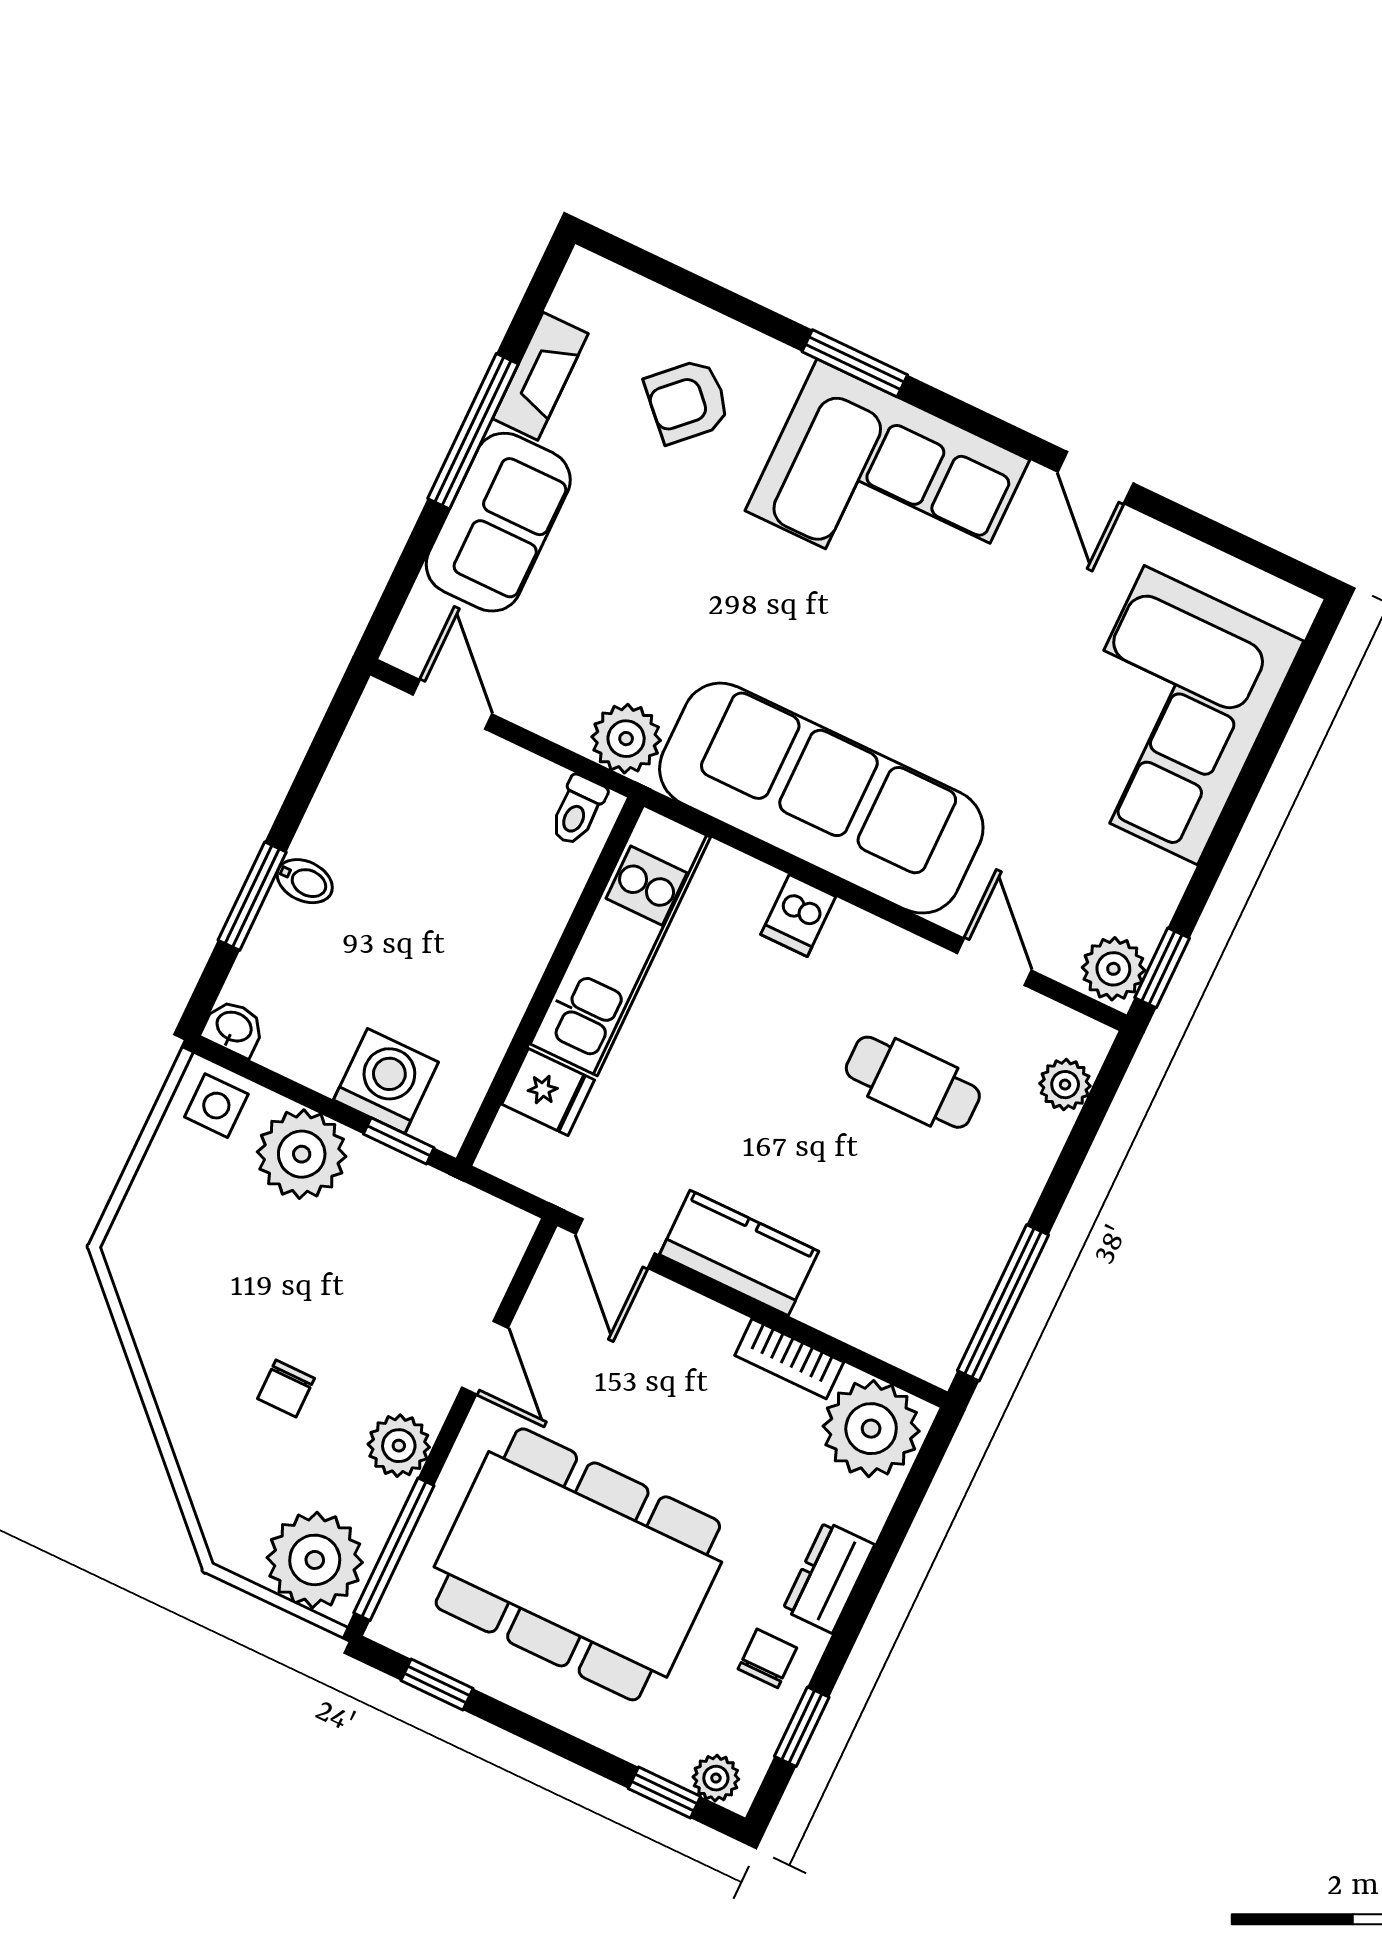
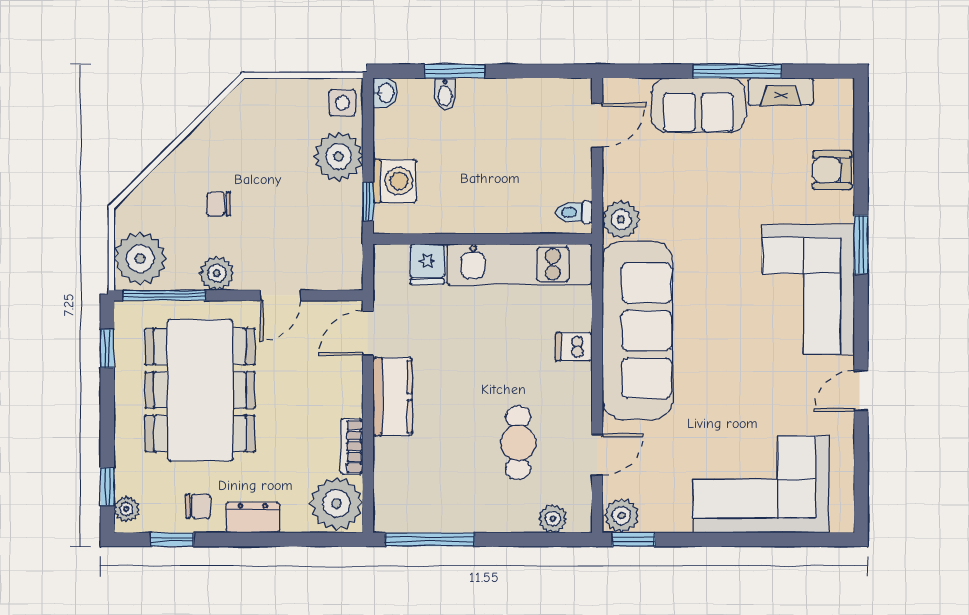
armchair: (687, 401) -> (832, 170), moved, turned -46
bidet: (305, 881) -> (445, 94), moved

